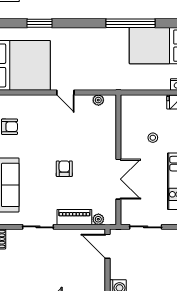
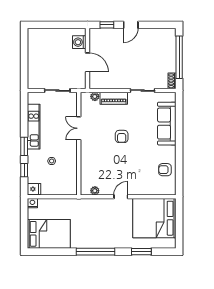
window: (130, 23) -> (96, 252), moved
door: (65, 92) -> (121, 197), hinge flipped
double door: (118, 179) -> (79, 128), width x0.73
door: (107, 246) -> (87, 62), moved

